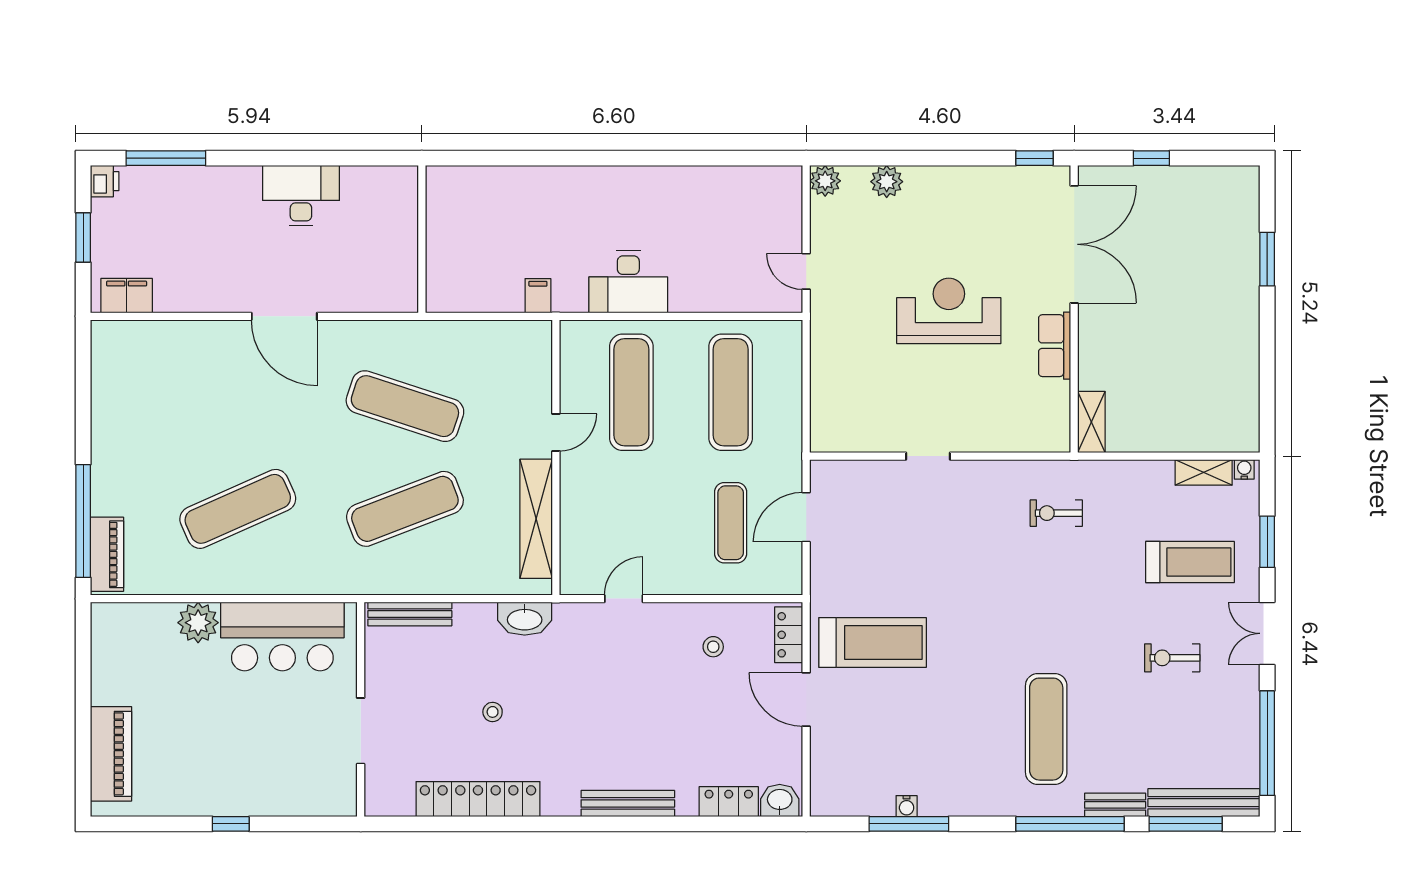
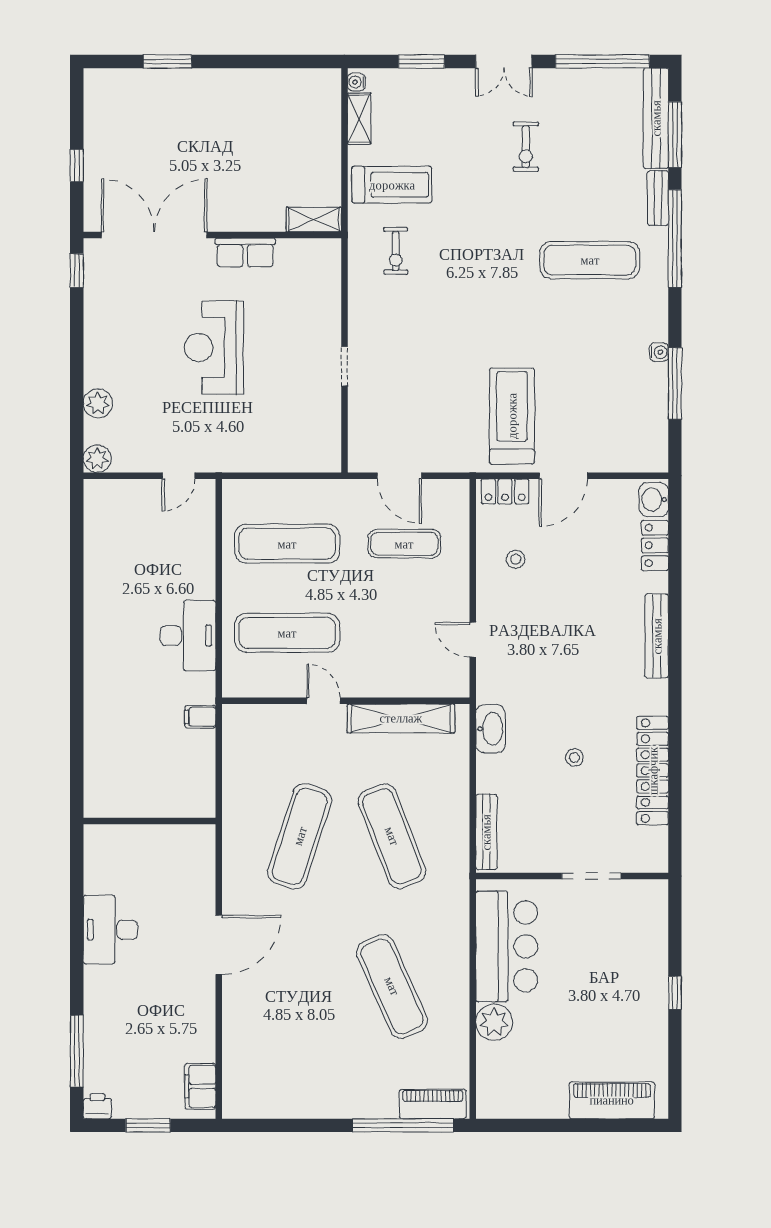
treadmill: (1190, 562) -> (392, 185), moved, turned 90
water cooler: (907, 806) -> (659, 352), moved

